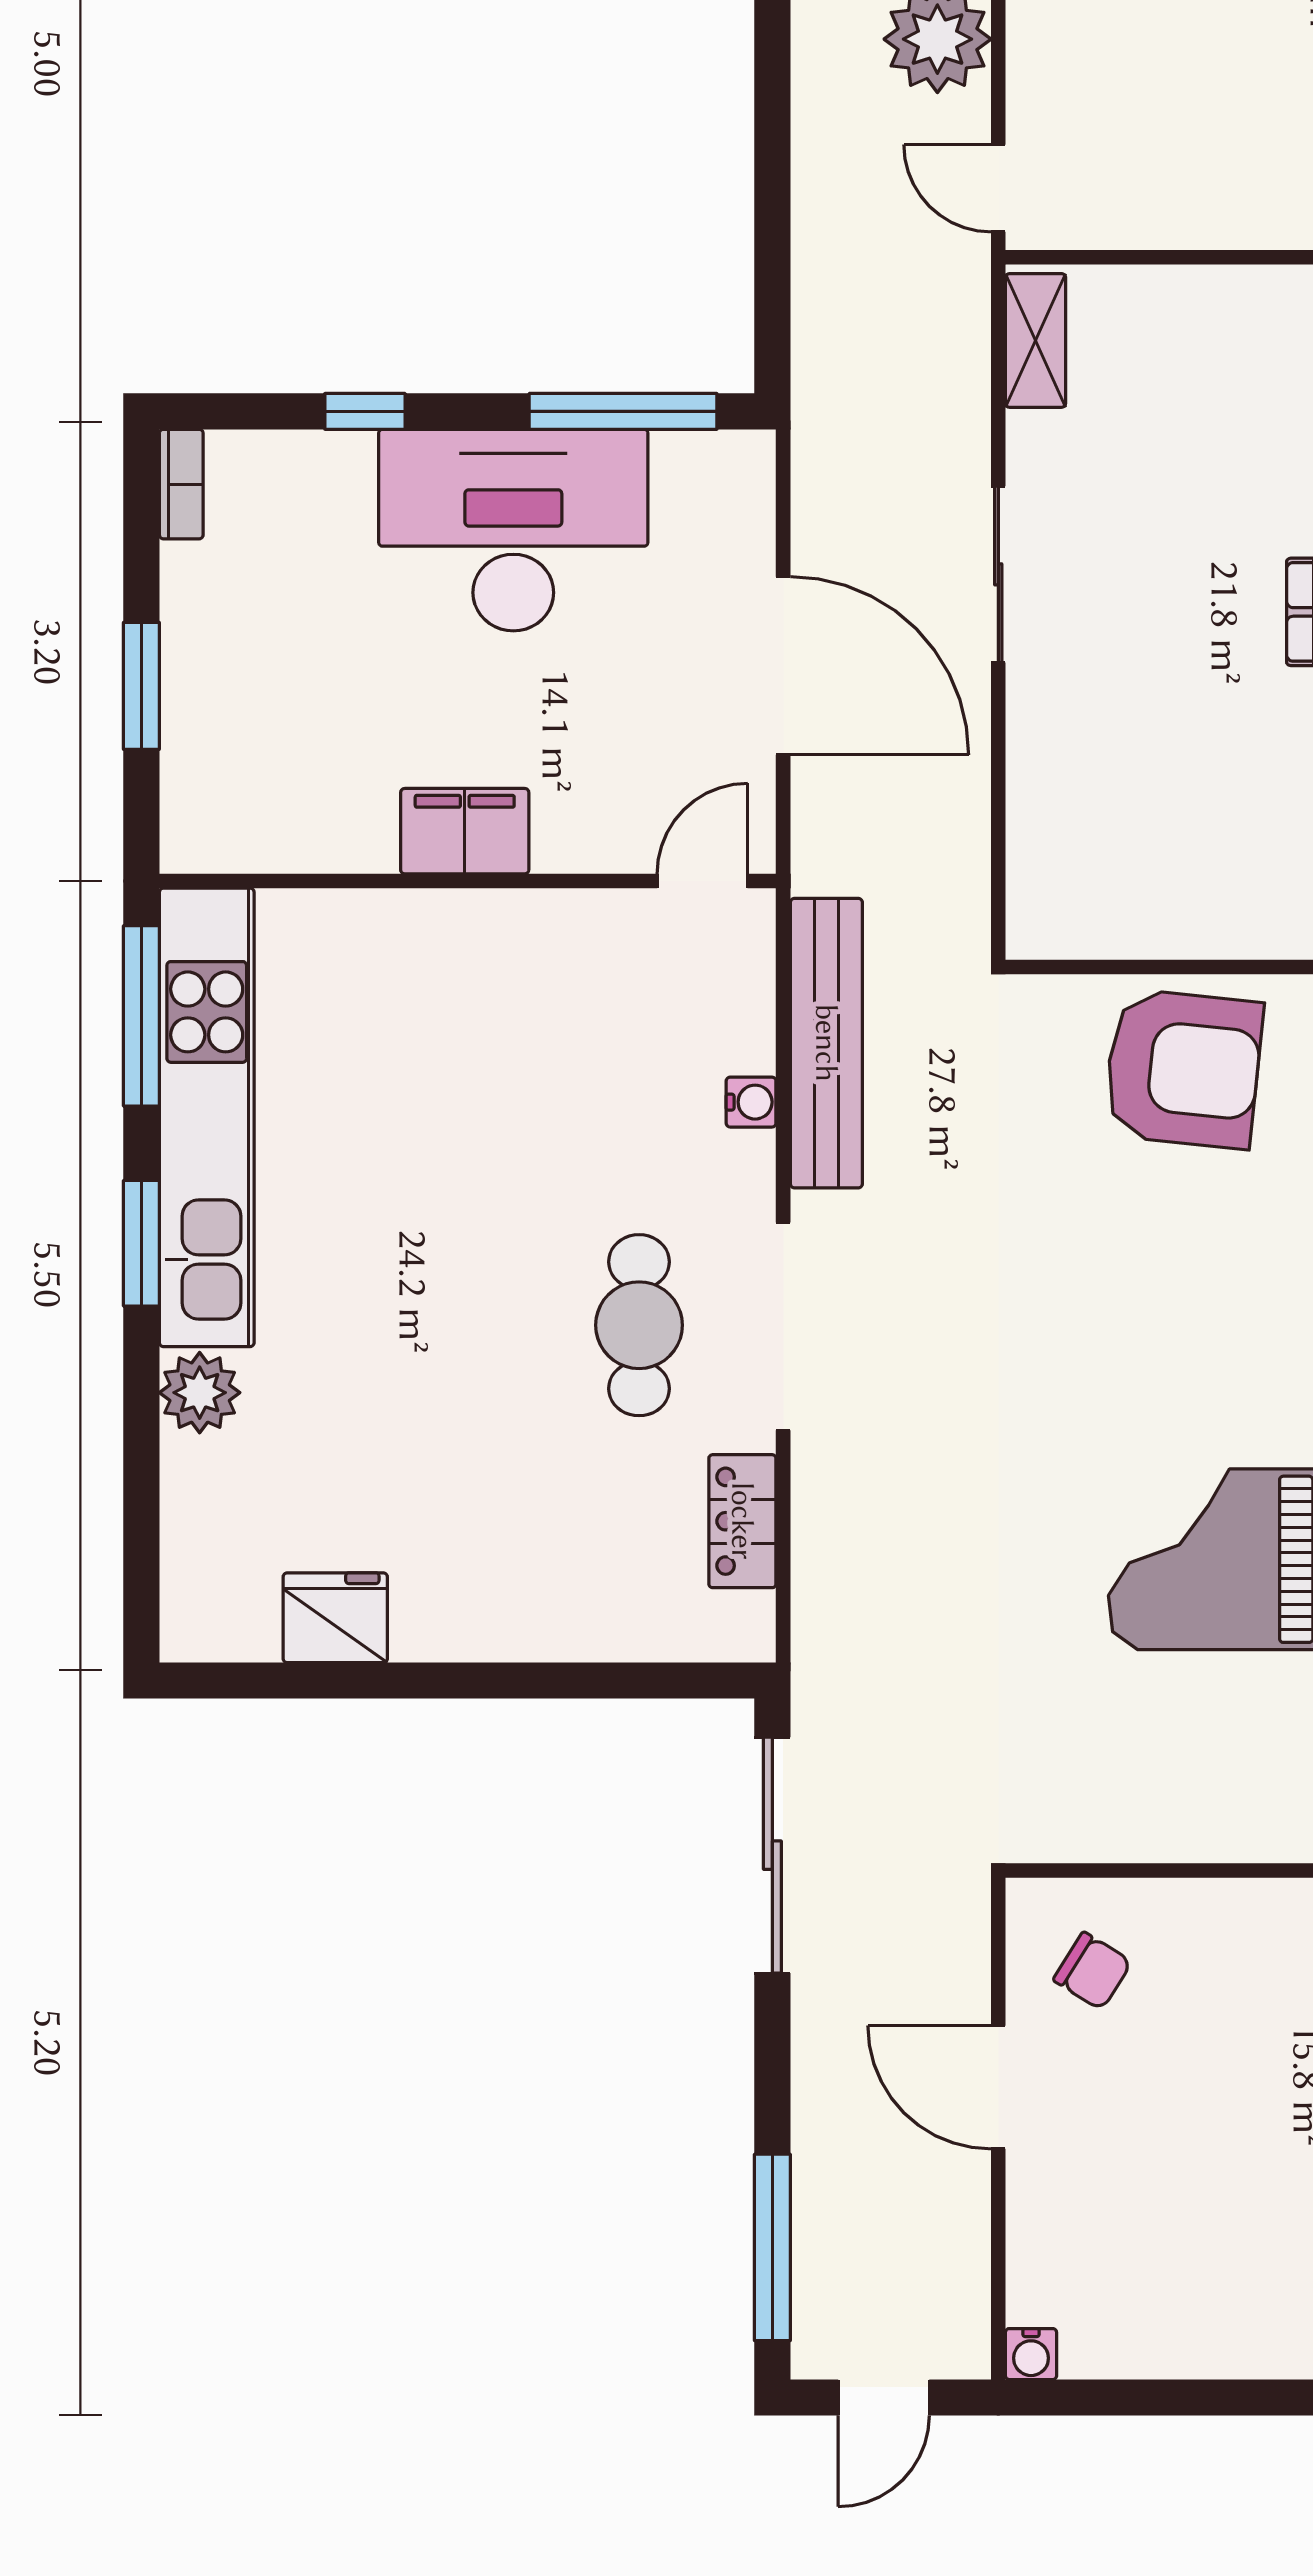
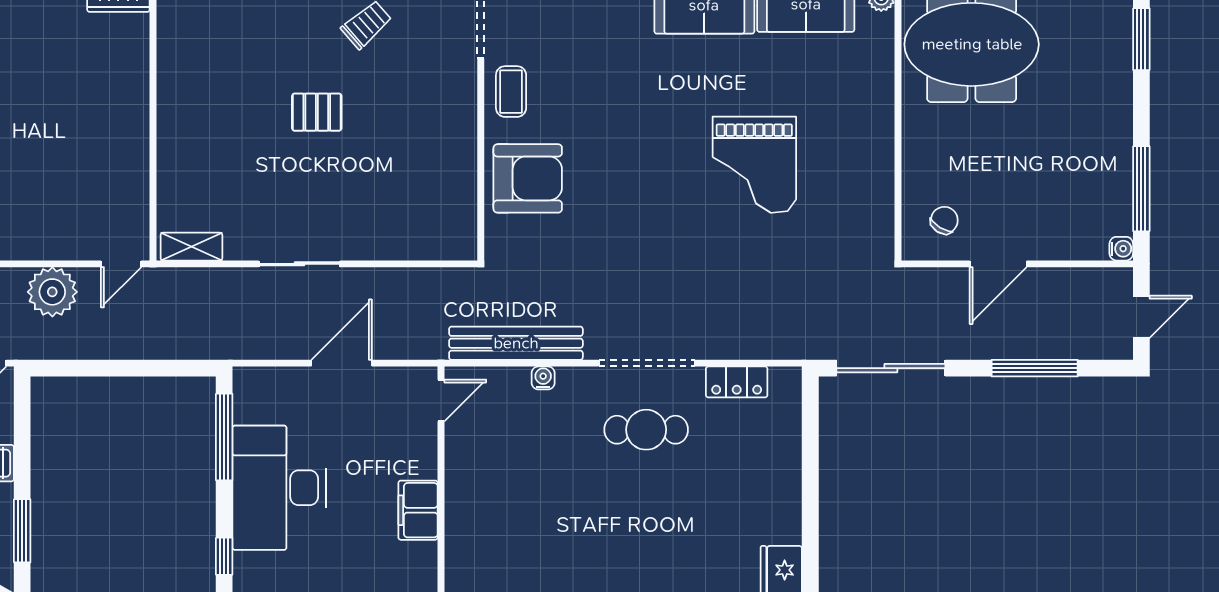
door: (783, 666) -> (342, 363), width x0.73
door: (702, 881) -> (441, 400), swing flipped
armchair: (1183, 1069) -> (528, 178), turned 84
window: (772, 2247) -> (1035, 368), moved
door: (884, 2398) -> (1141, 317), hinge flipped
window: (1161, 2398) -> (1141, 189), added

